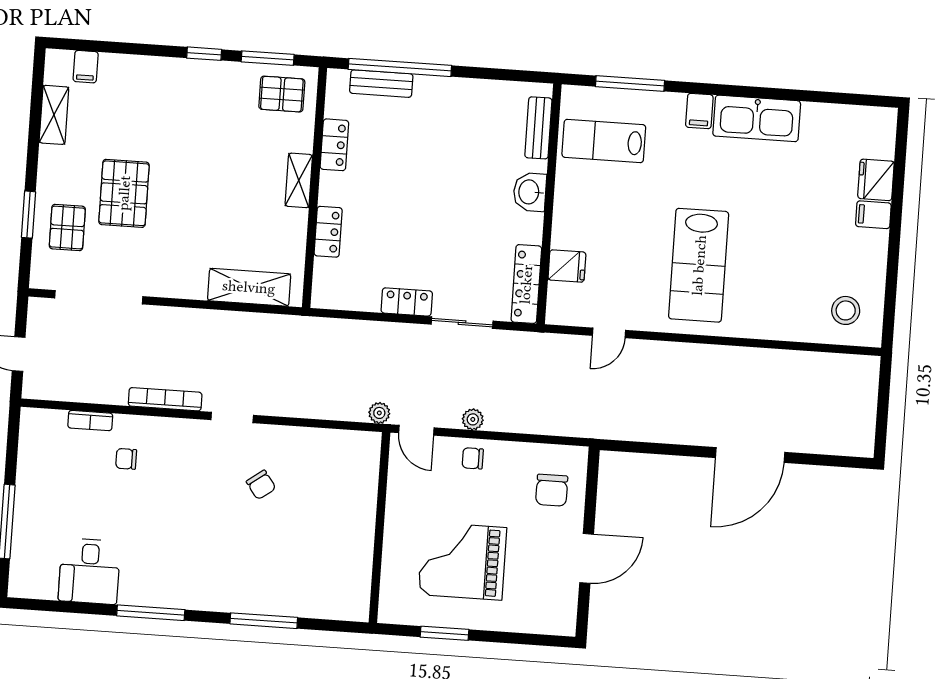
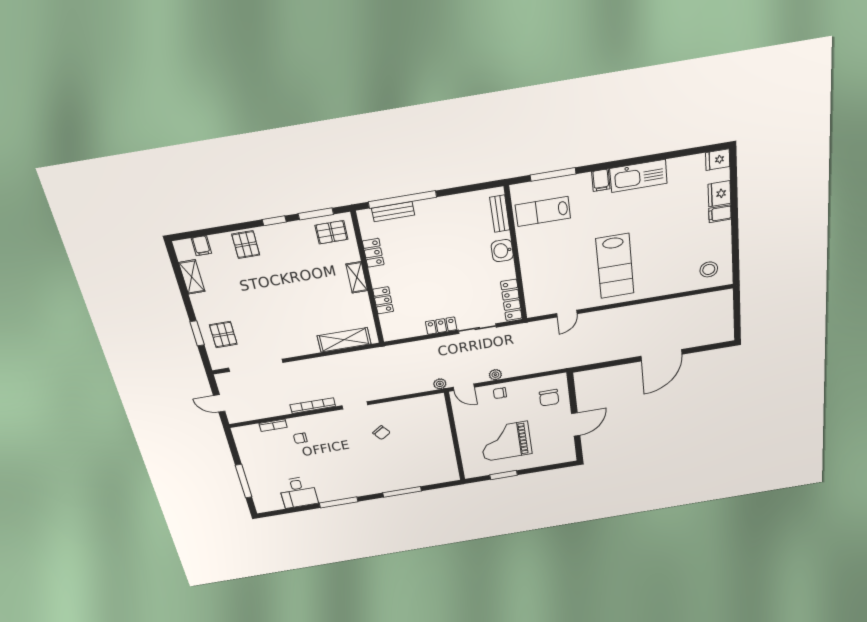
pallet: (124, 193) -> (246, 245), moved, width x0.67, depth x0.71
fridge: (567, 266) -> (718, 160), moved, turned 180

